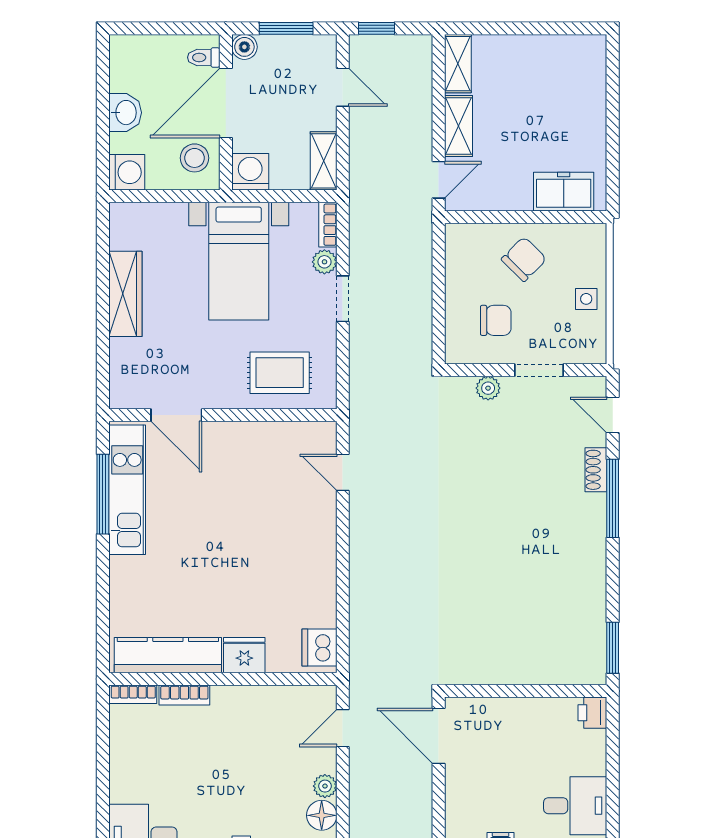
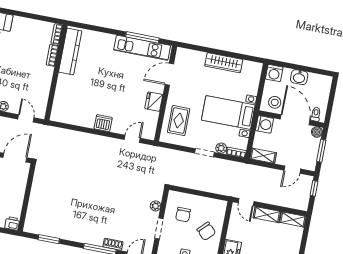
dishwasher: (319, 648) -> (103, 123), moved
window: (613, 648) -> (49, 239), moved
fridge: (244, 655) -> (154, 102), moved, turned 180

